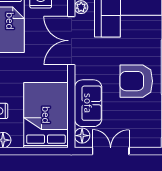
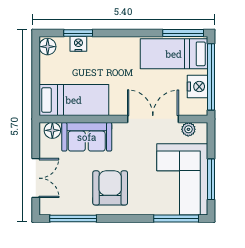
bed: (46, 115) -> (74, 100), width x0.67
double door: (111, 151) -> (36, 178), moved

